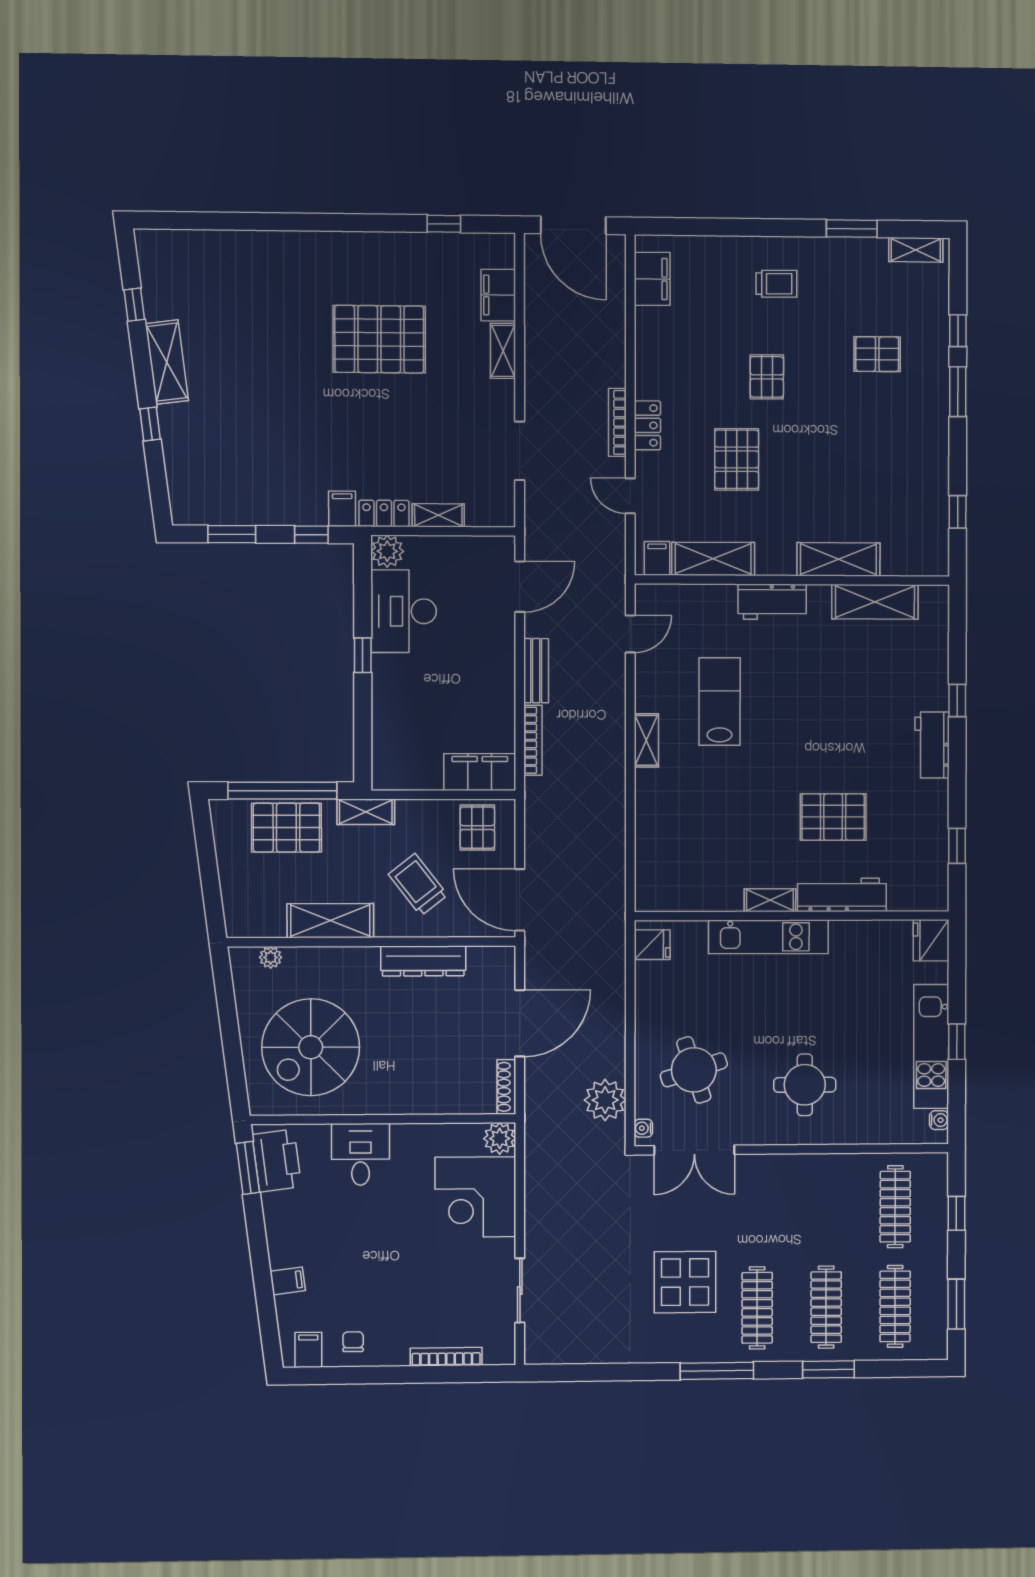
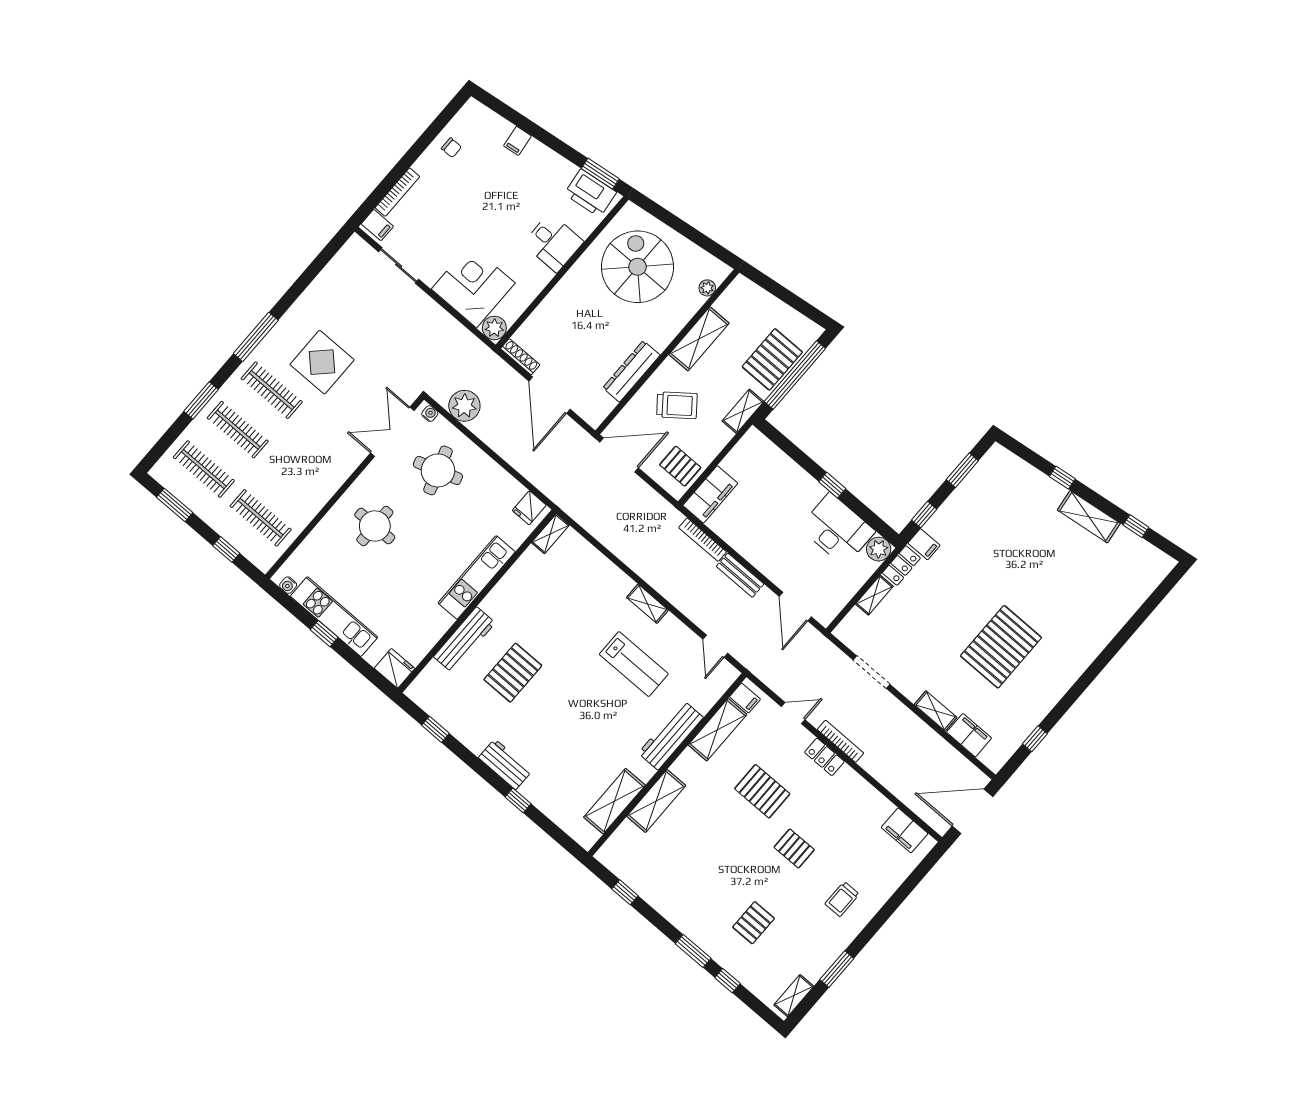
workbench: (772, 602) -> (671, 735), width x1.38
shelving: (770, 900) -> (550, 534), moved
filing cabinet: (308, 1350) -> (377, 225), moved

